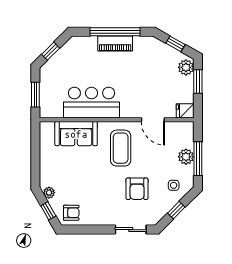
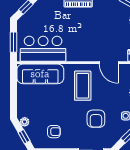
bar counter: (92, 103) -> (43, 49), moved
sofa: (76, 134) -> (40, 74), width x1.36
armchair: (71, 213) -> (54, 132), moved

